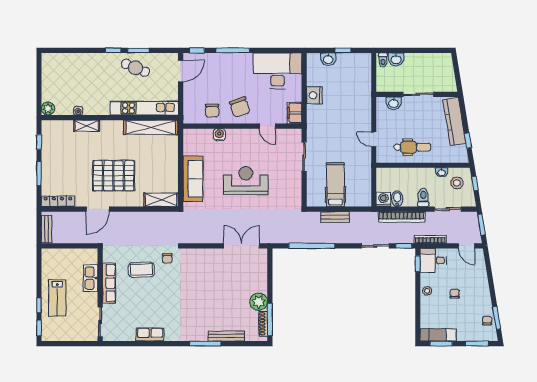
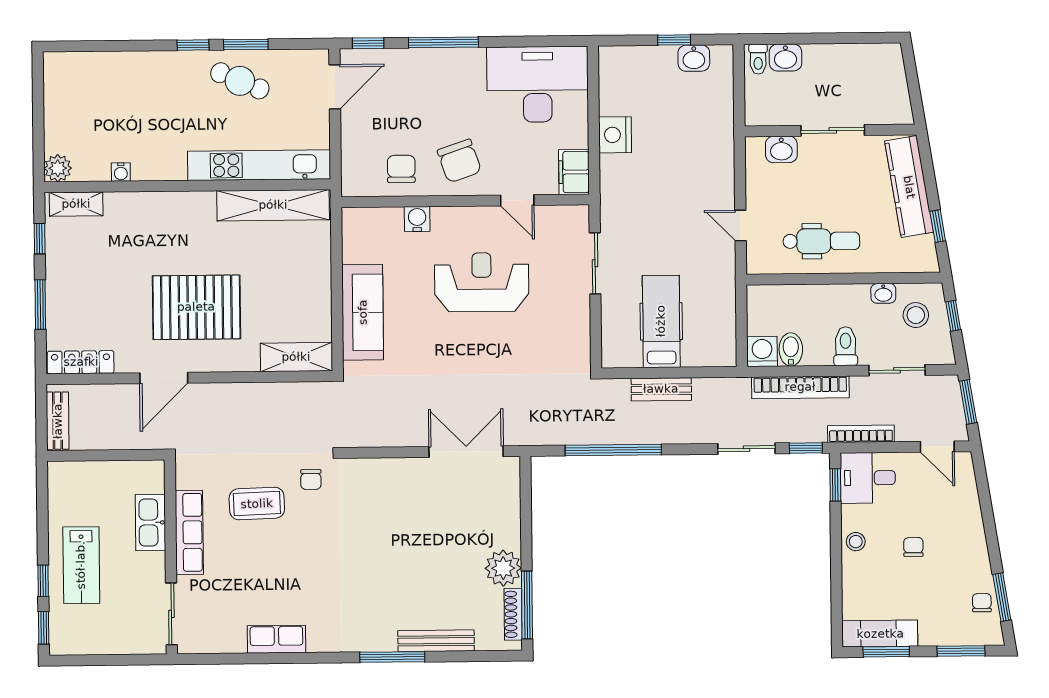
washbasin: (328, 59) -> (694, 58), moved
chair: (212, 111) -> (401, 169), turned 180
shelving: (87, 126) -> (76, 204), moved
reception desk: (246, 181) -> (482, 282), moved

